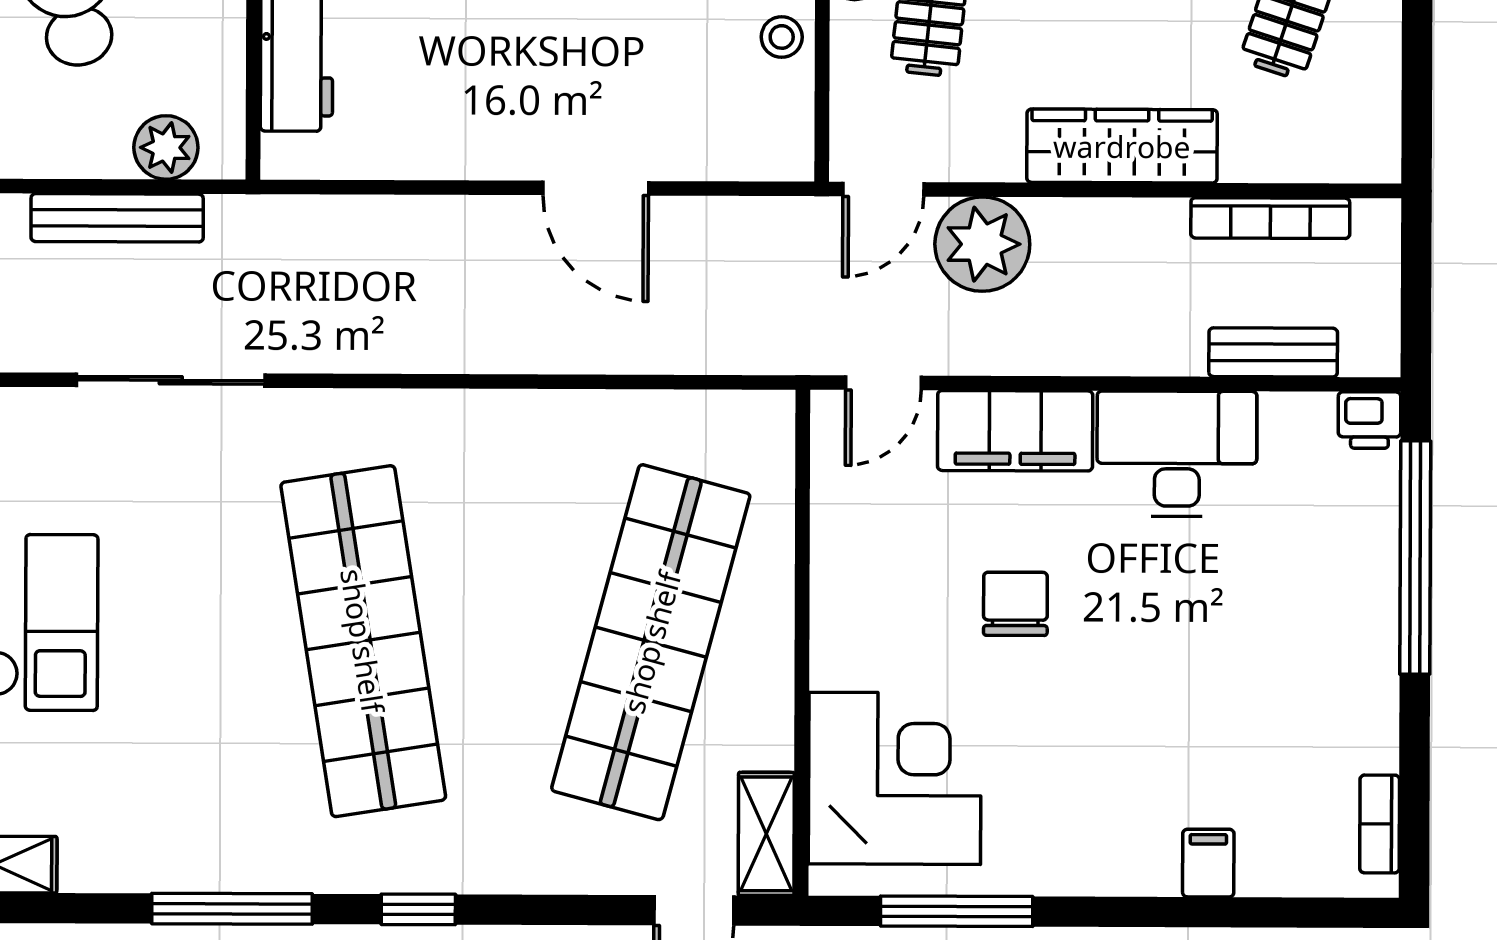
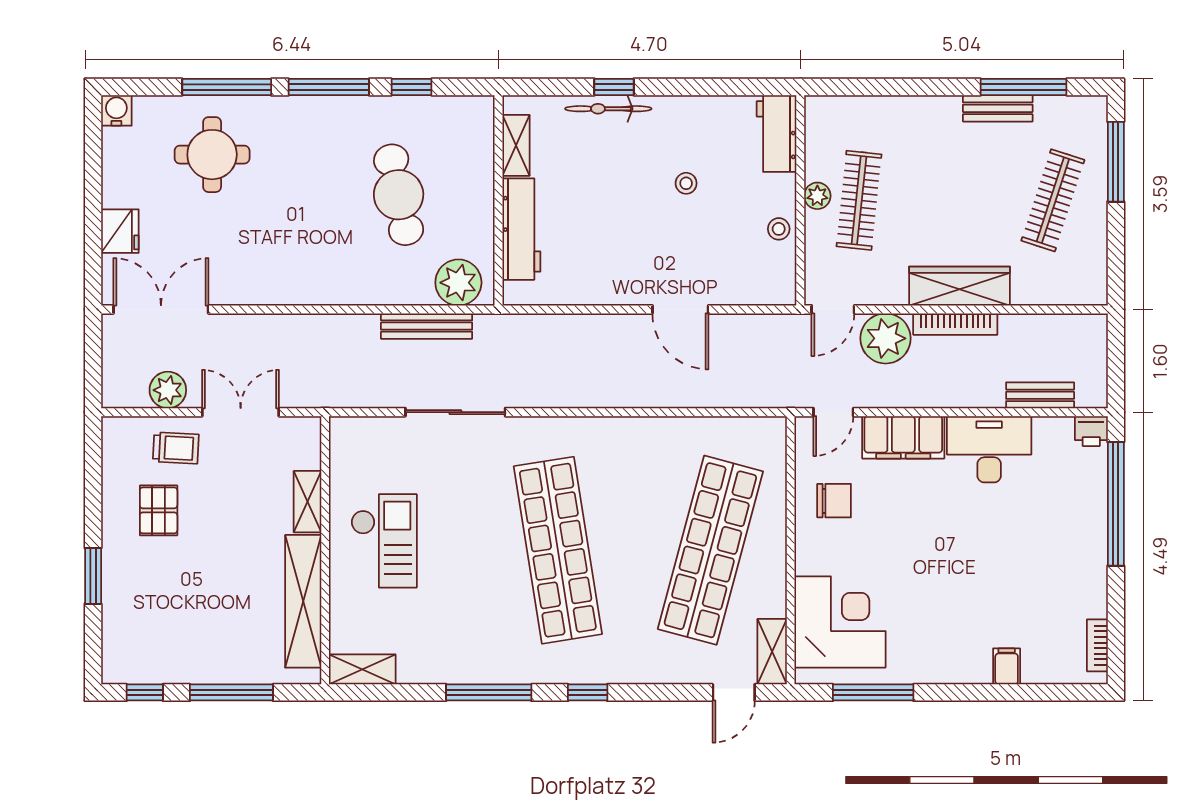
plant: (166, 147) -> (458, 283), width x1.36, depth x1.36
bookcase: (1270, 218) -> (955, 324), moved
chair: (1015, 604) -> (834, 501), moved, turned 90

